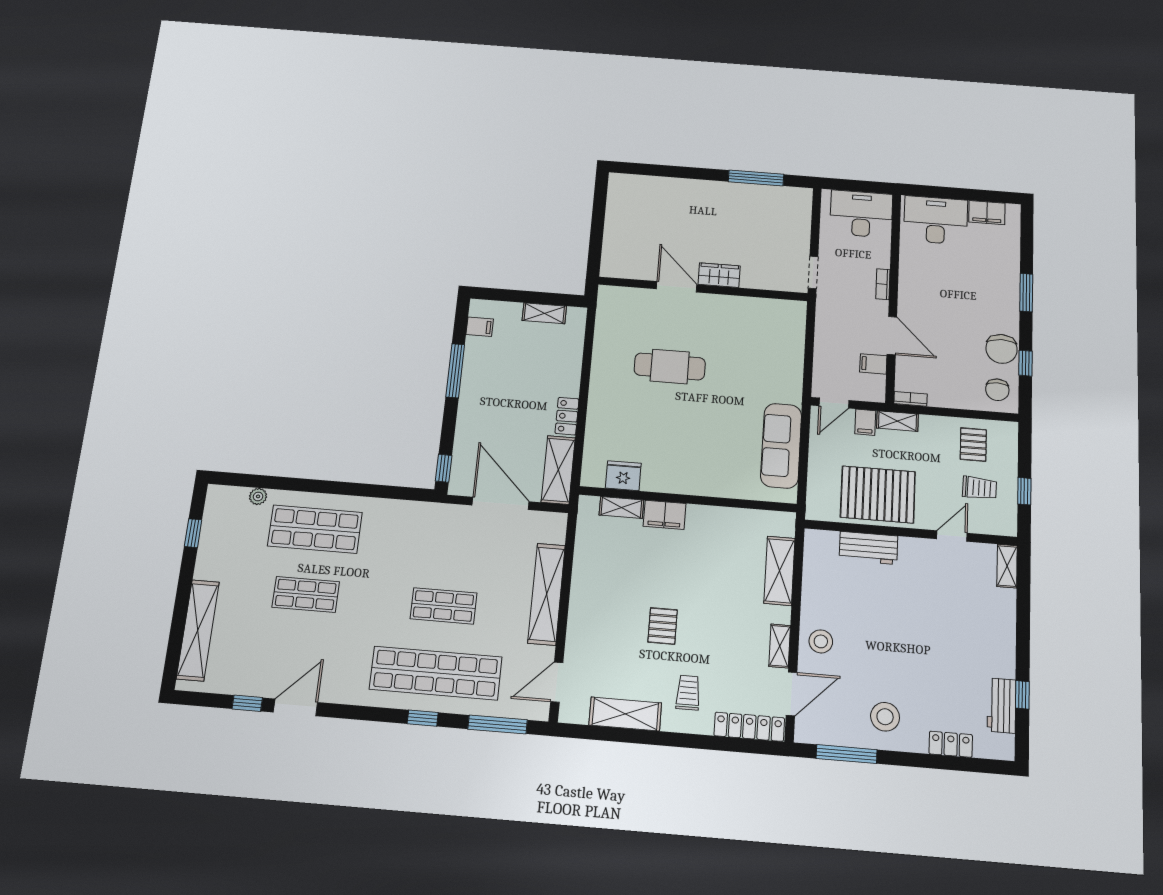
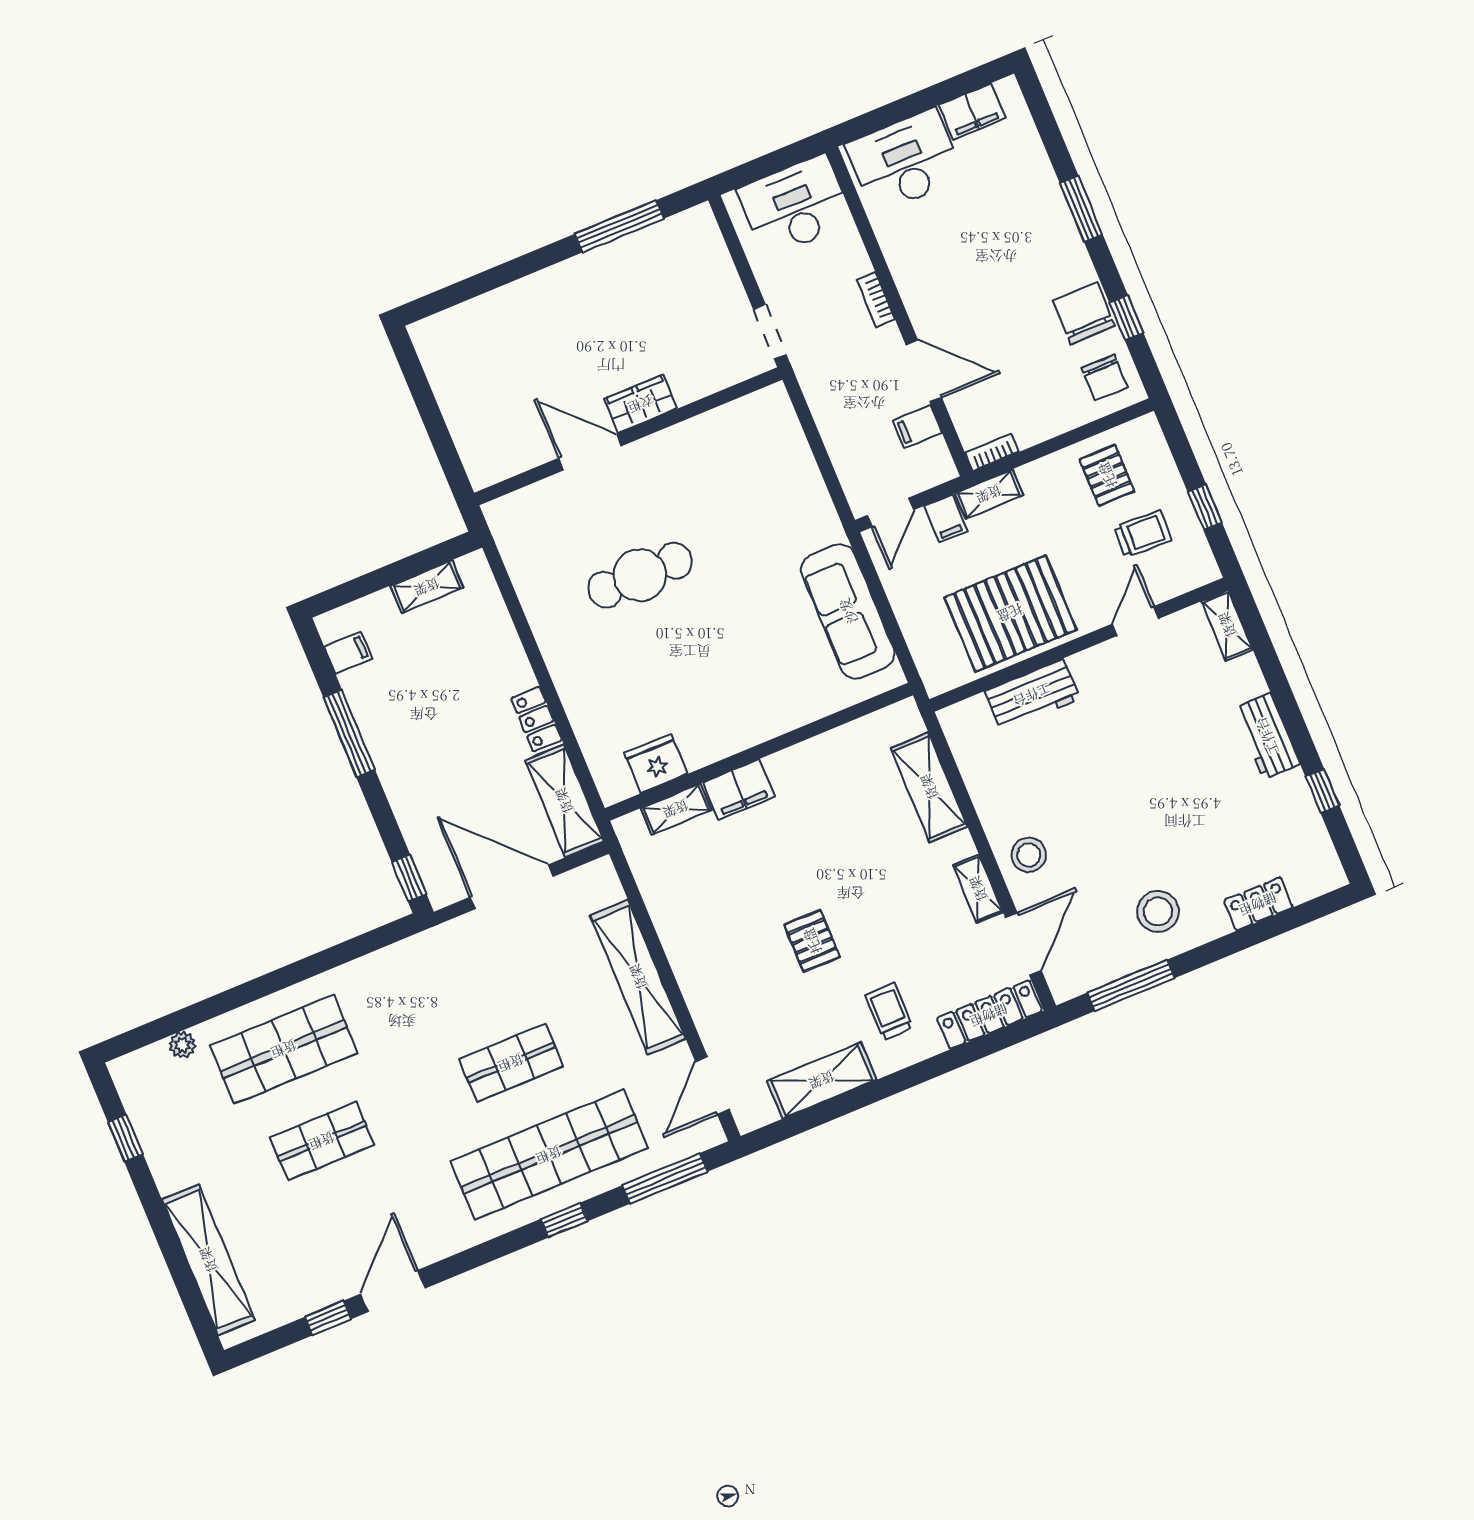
chair: (1001, 349) -> (1084, 313), turned 180
workbench: (1001, 706) -> (1267, 736), moved

